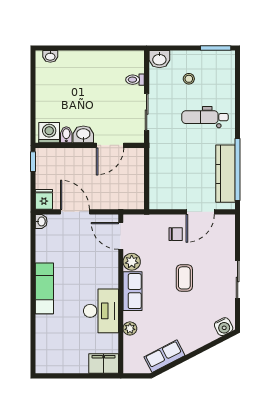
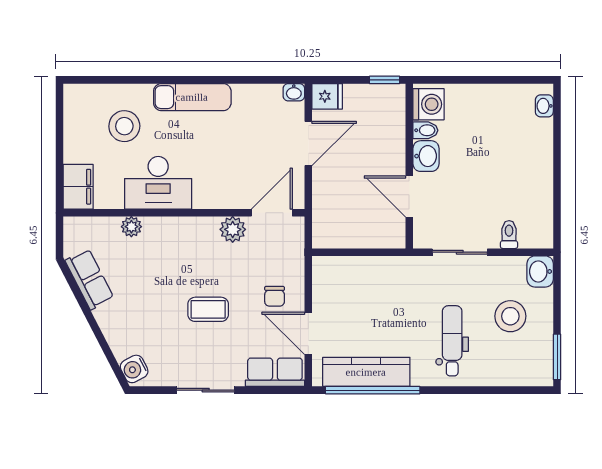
stool: (189, 79) -> (510, 316), width x1.89, depth x1.89
row of seats: (132, 291) -> (275, 372), moved, turned 180
stool: (64, 333) -> (124, 126), added

